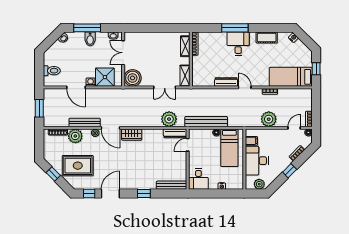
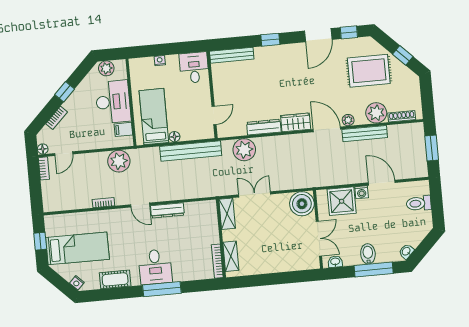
bed: (291, 77) -> (77, 248), moved
plant: (269, 119) -> (119, 161), moved
dresser: (175, 133) -> (264, 127), moved

